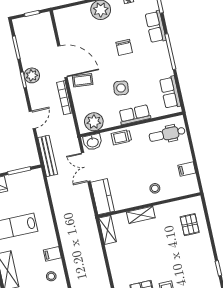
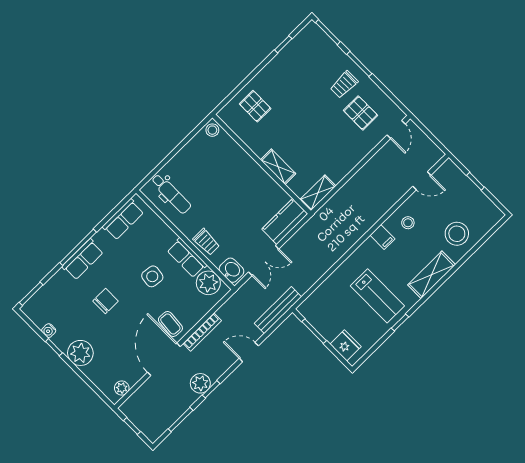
plant: (61, 22) -> (122, 388), added
row of seats: (156, 27) -> (83, 259), moved
row of seats: (135, 115) -> (187, 258), moved
filing cabinet: (187, 169) -> (196, 148), removed
stool: (155, 188) -> (212, 130), moved
pallet: (190, 225) -> (255, 106), turned 90

